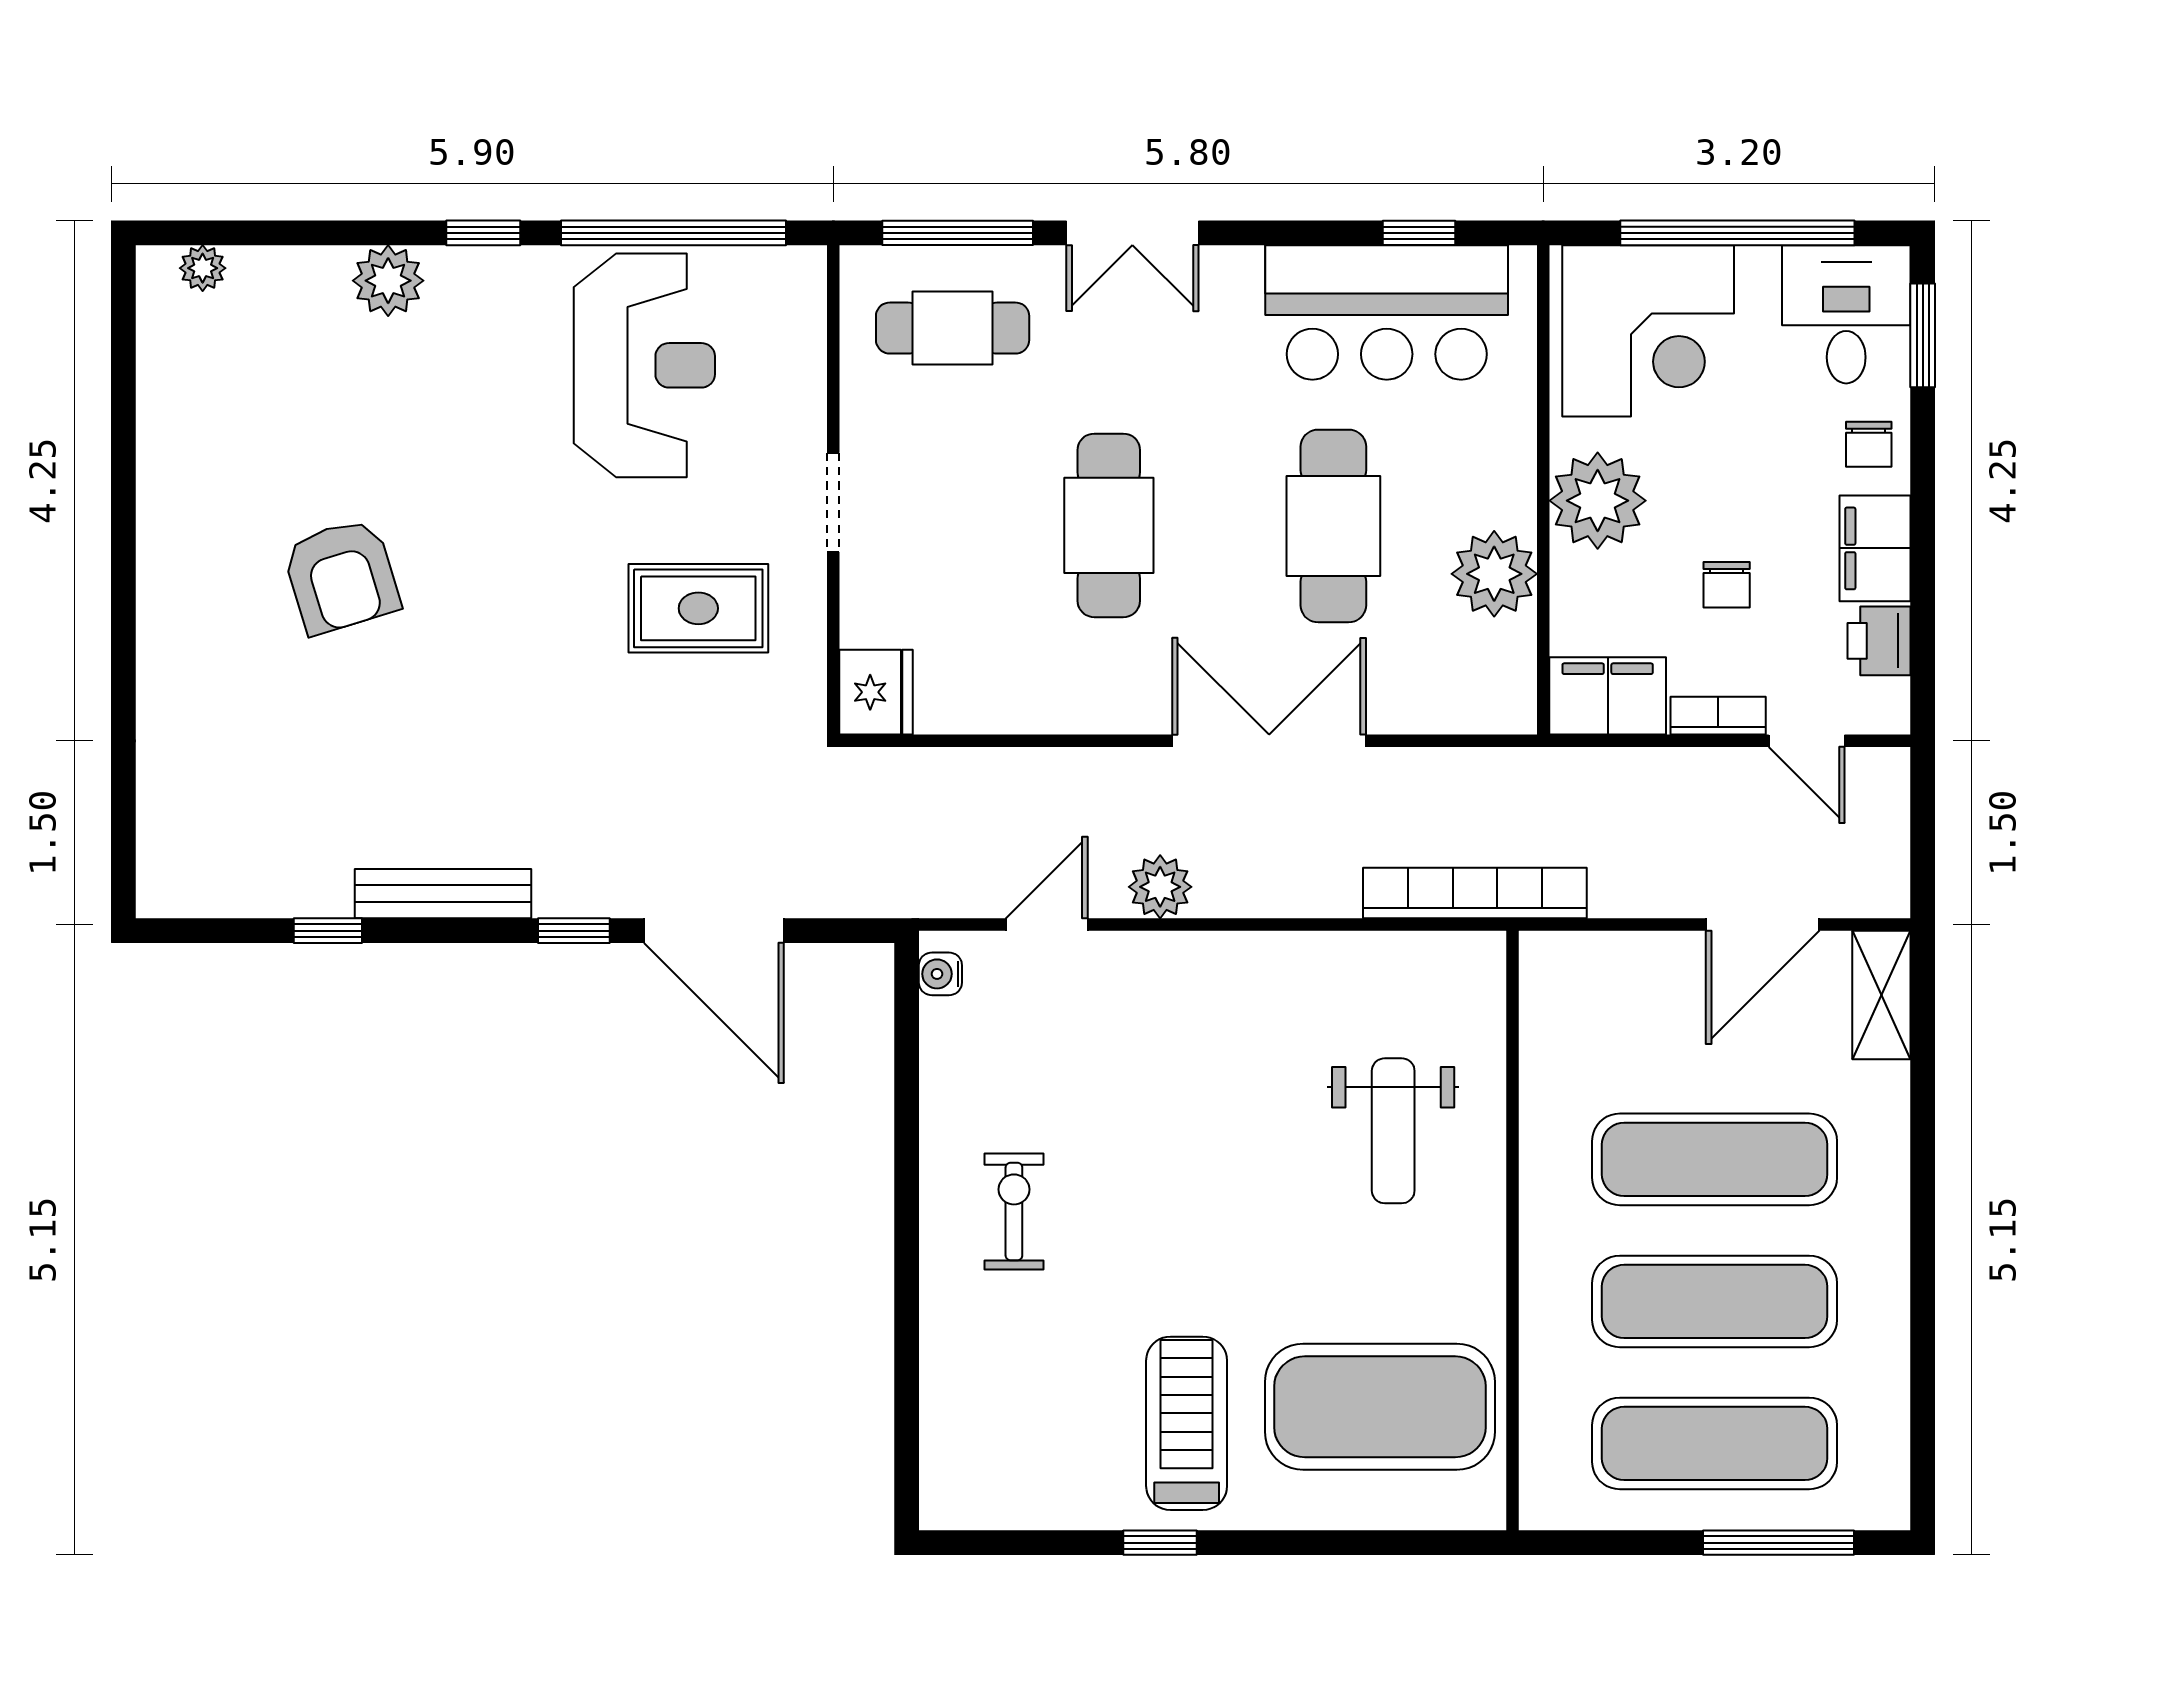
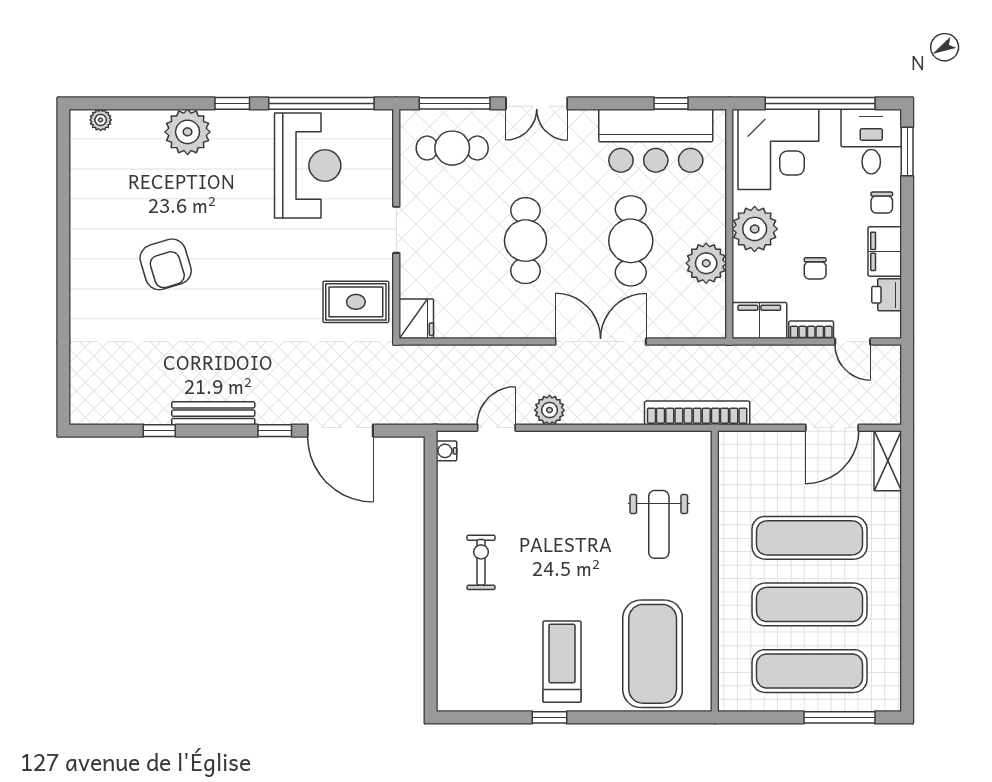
plant: (388, 281) -> (188, 132), width x1.36, depth x1.36
rug: (698, 608) -> (356, 302), moved
exercise mat: (1380, 1407) -> (653, 654), turned 90

